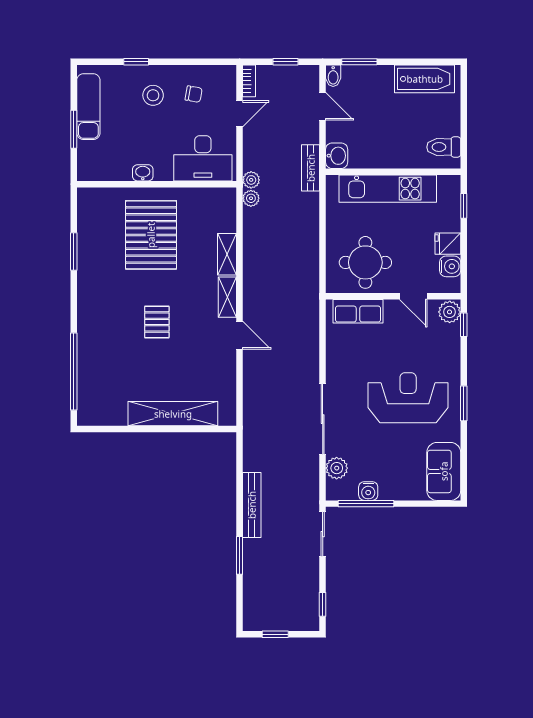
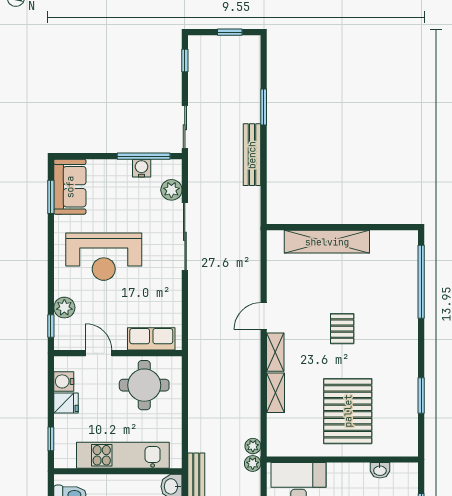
washbasin: (143, 173) -> (380, 470), moved
plant: (450, 312) -> (64, 308), moved
door: (240, 335) -> (264, 316), hinge flipped
window: (464, 403) -> (51, 197), moved

